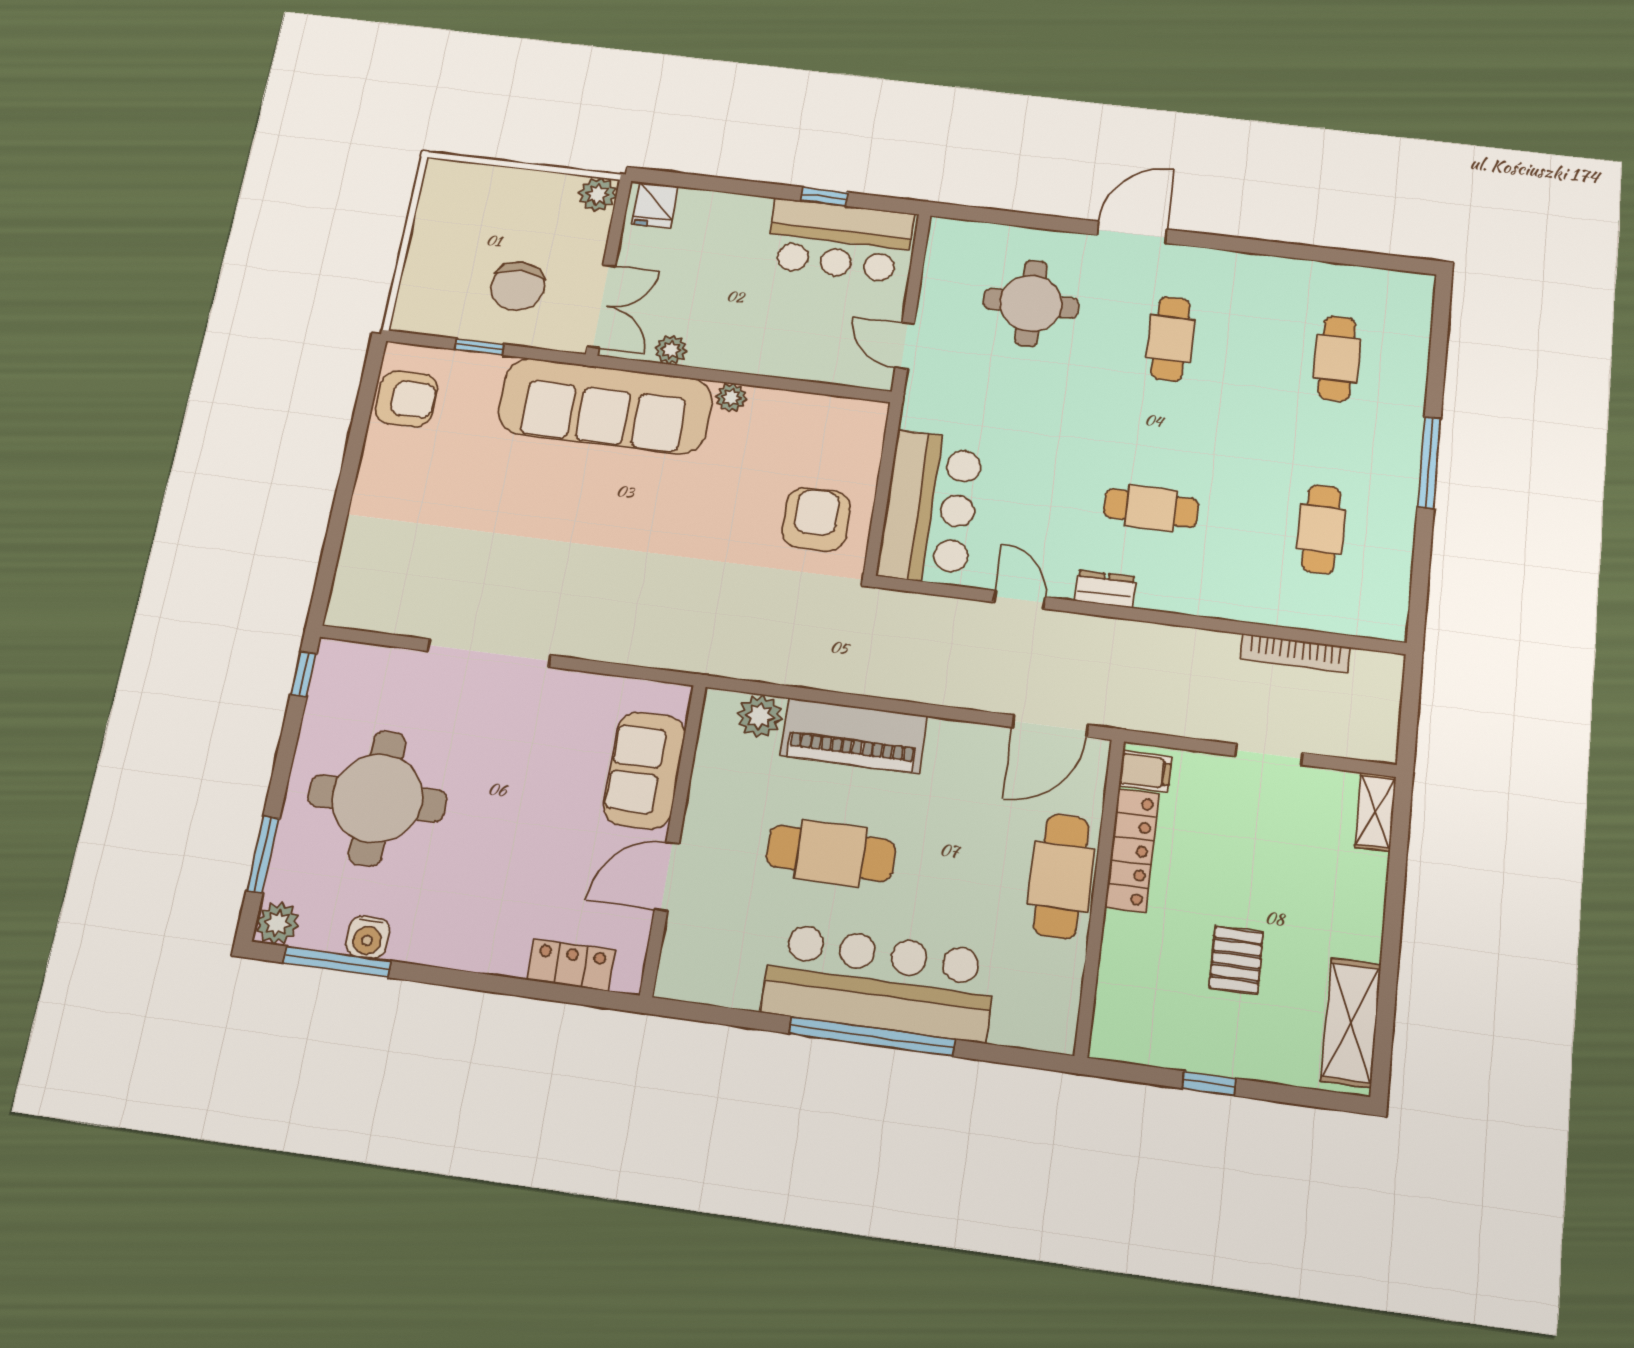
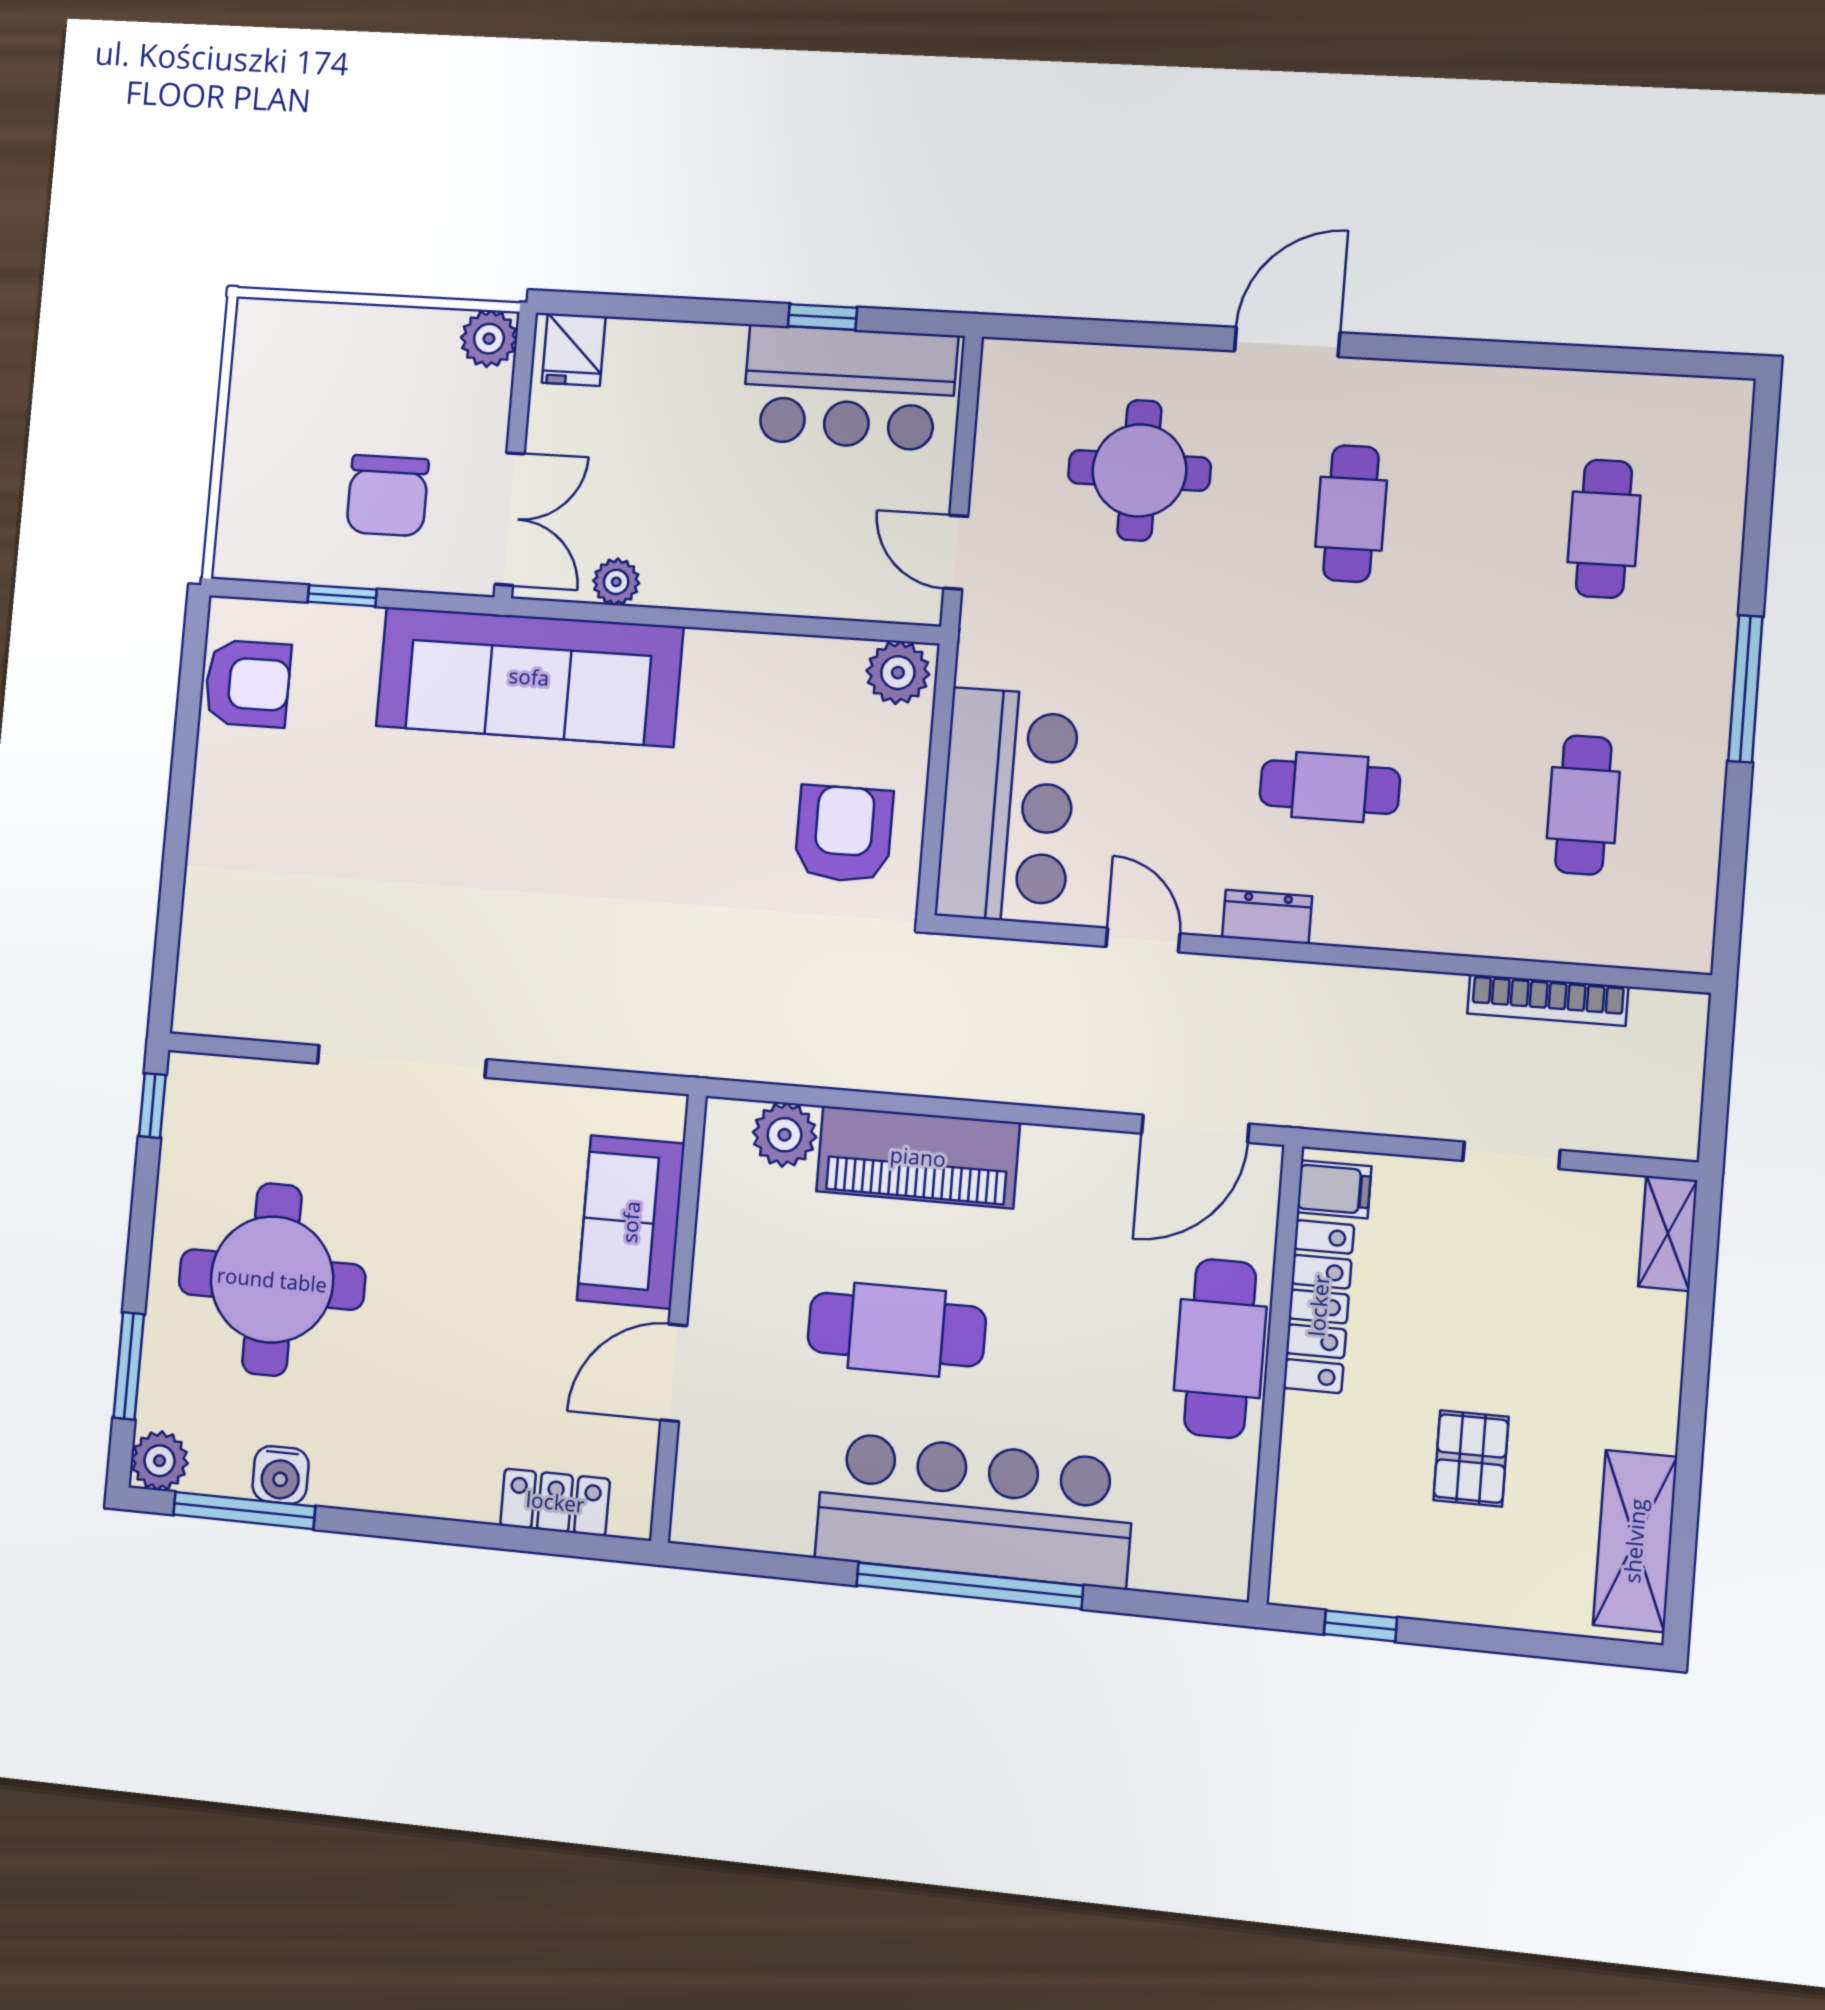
plant: (731, 397) -> (898, 673), moved, width x1.38, depth x1.38
window: (1209, 1083) -> (1361, 1626), moved

